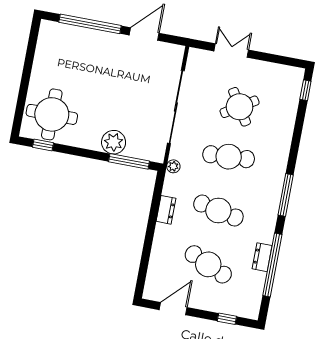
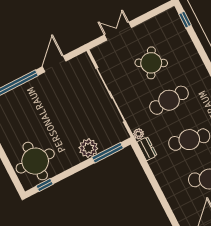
round table: (240, 107) -> (151, 63), turned -30
dresser: (166, 210) -> (147, 149), moved

